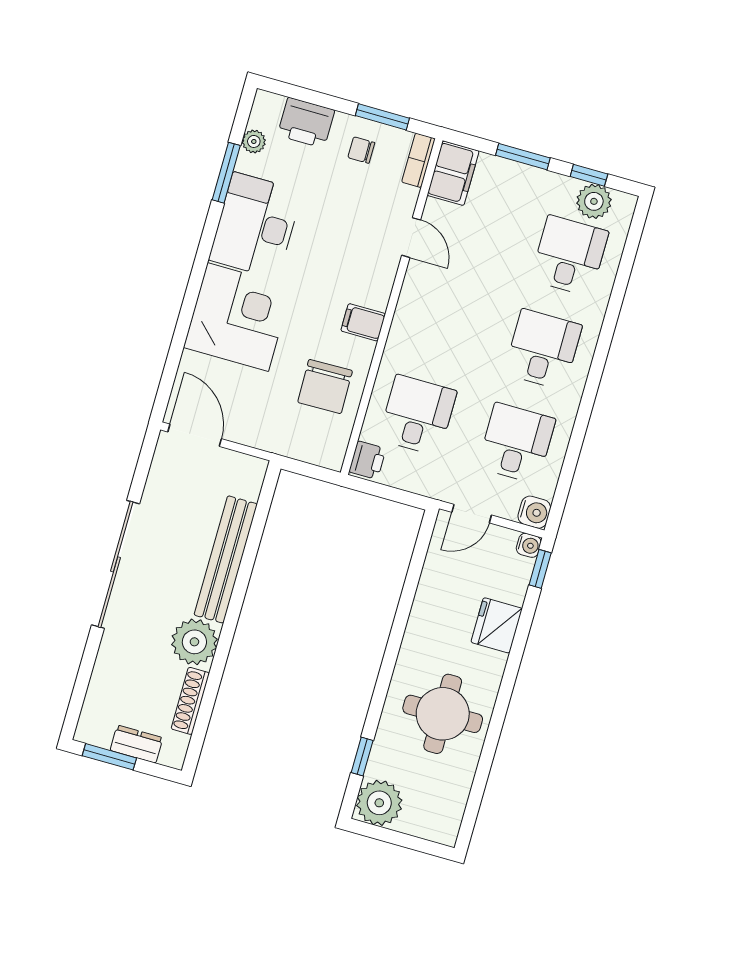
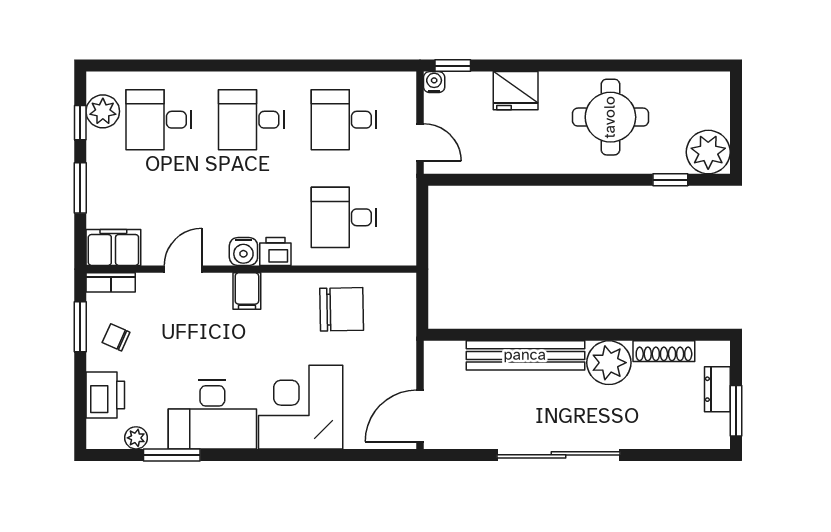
chair: (361, 150) -> (116, 337), turned 114
filing cabinet: (363, 322) -> (247, 291), moved
printer: (368, 460) -> (275, 251), moved
water cooler: (534, 512) -> (243, 252), moved, turned 180

